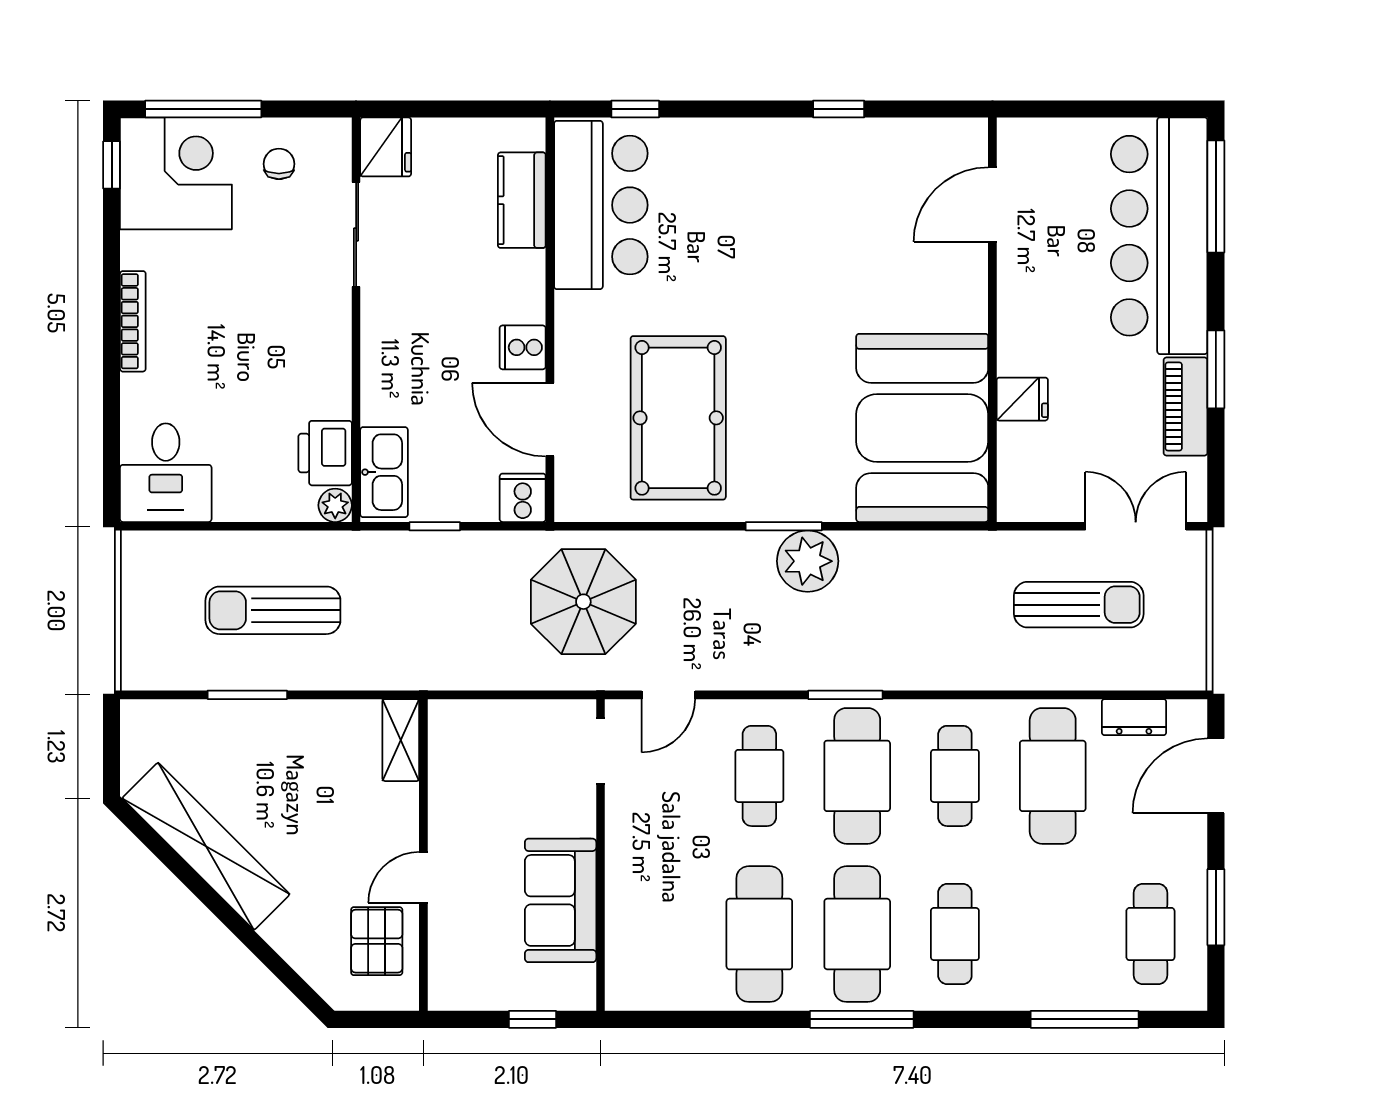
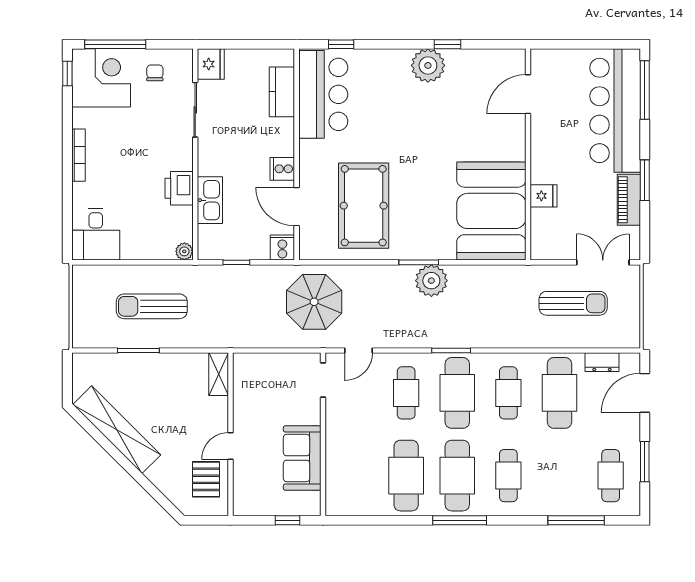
plant: (801, 150) -> (428, 65), added
printer: (325, 453) -> (179, 188), moved
kitchen sink: (384, 472) -> (210, 200), moved

